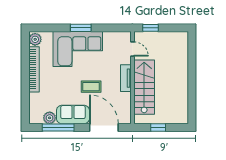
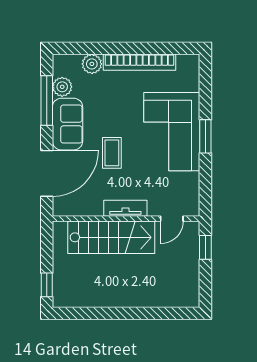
plant: (35, 39) -> (92, 64), moved
window: (158, 128) -> (47, 285), moved

